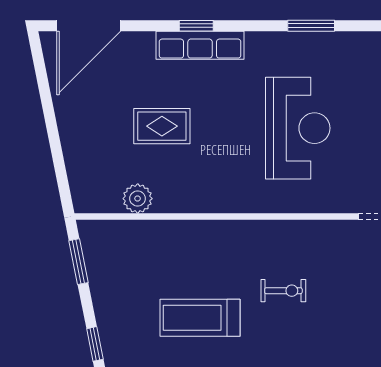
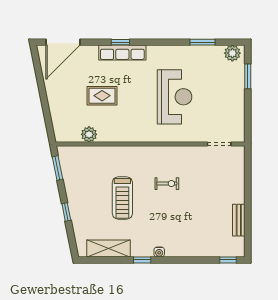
window: (311, 26) -> (203, 42), moved
treadmill: (200, 318) -> (122, 198), turned -90

